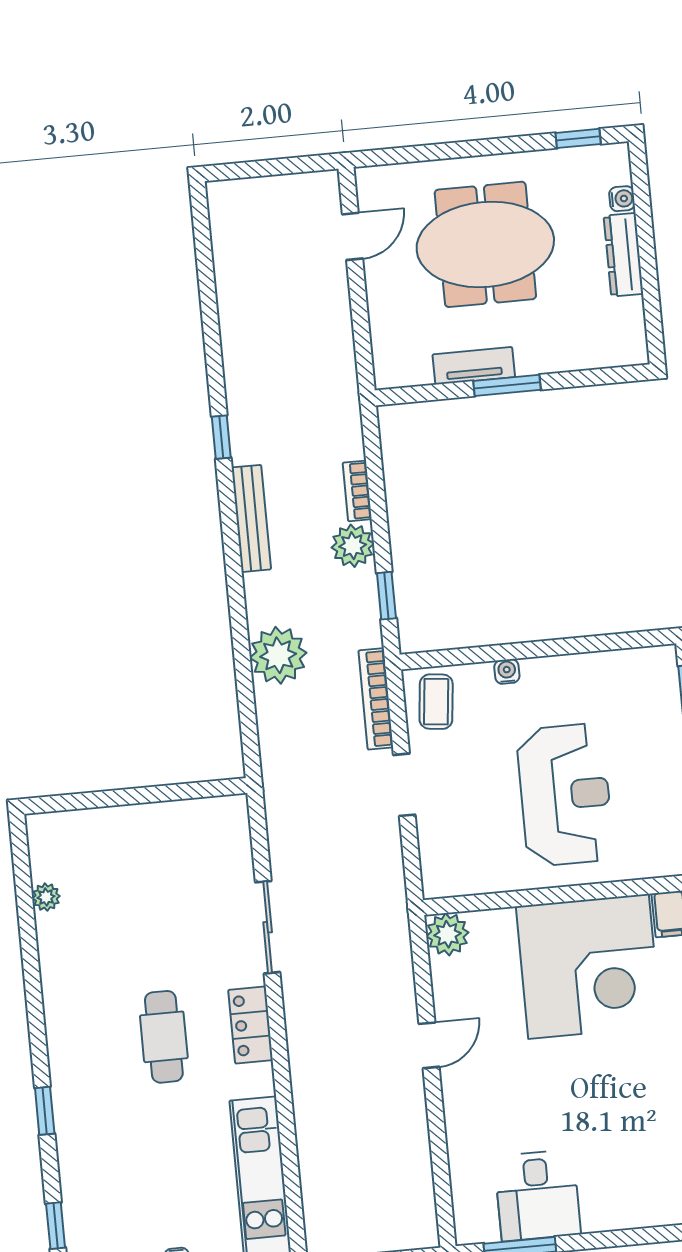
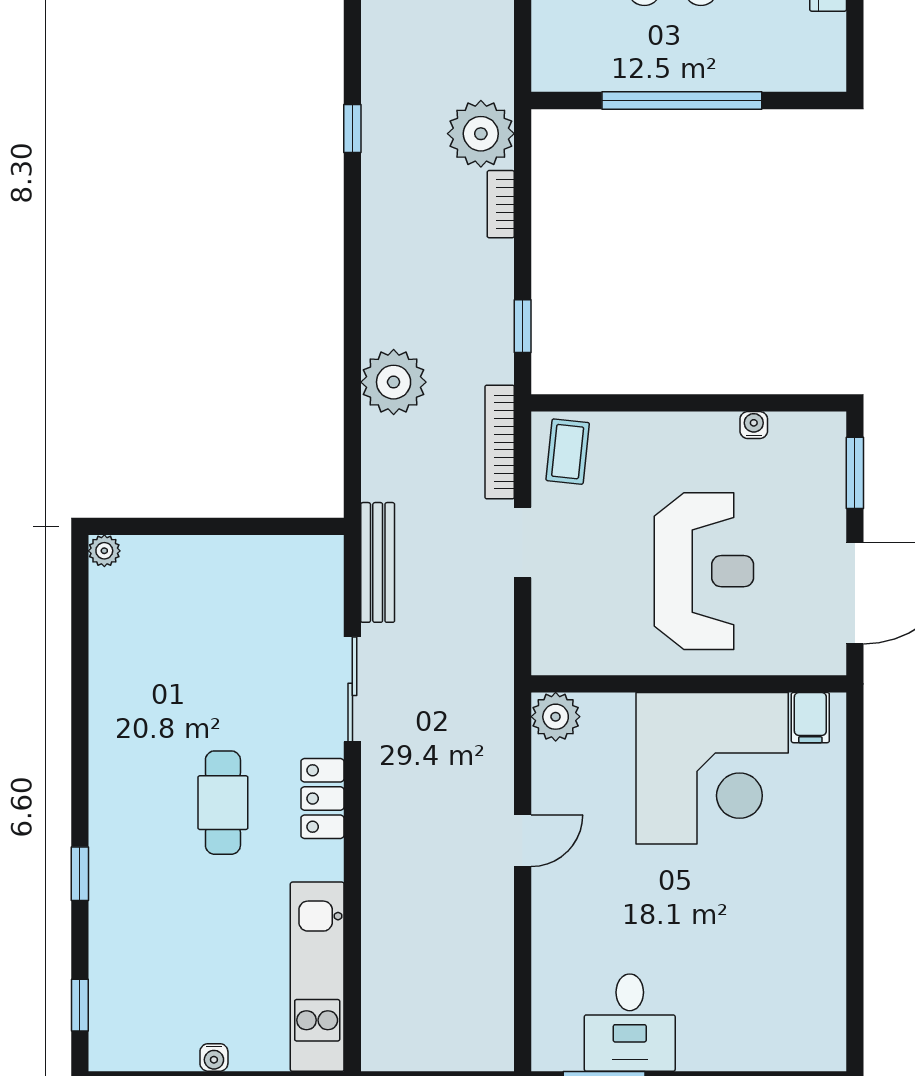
tv unit: (474, 366) -> (646, 75), removed
window: (507, 385) -> (682, 100), width x2.11
bench: (251, 518) -> (378, 562), moved
plant: (353, 546) -> (481, 134), moved, width x1.36, depth x1.36
water cooler: (507, 672) -> (754, 425), moved
plant: (46, 897) -> (104, 551), moved

